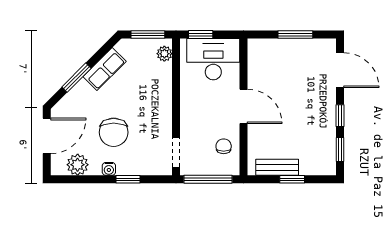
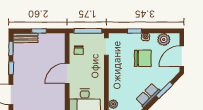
door: (244, 106) -> (67, 73), hinge flipped
chair: (114, 132) -> (143, 58), turned 90
bench: (277, 167) -> (26, 38), moved

